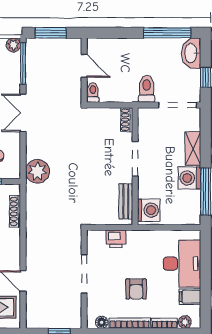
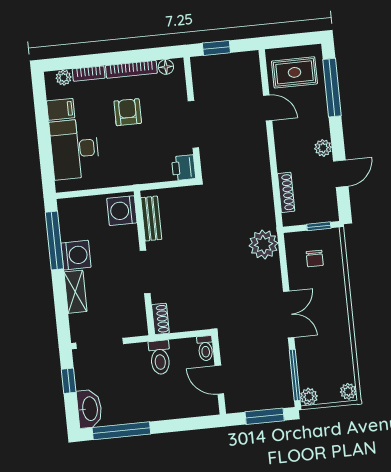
toilet: (147, 89) -> (160, 357), moved
printer: (116, 239) -> (184, 168), moved, turned -90

